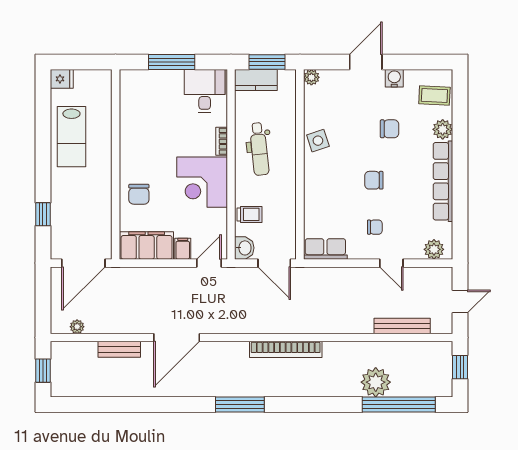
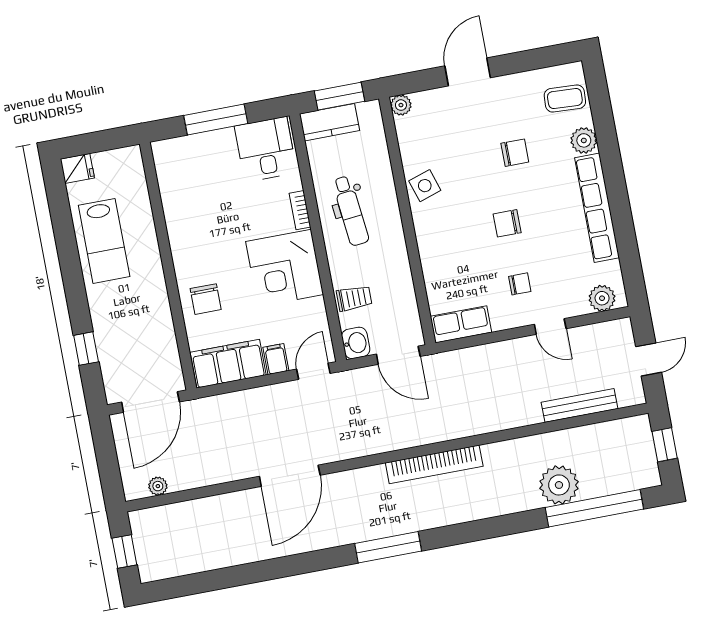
water cooler: (394, 78) -> (509, 86), removed
bench: (119, 349) -> (218, 505), removed

